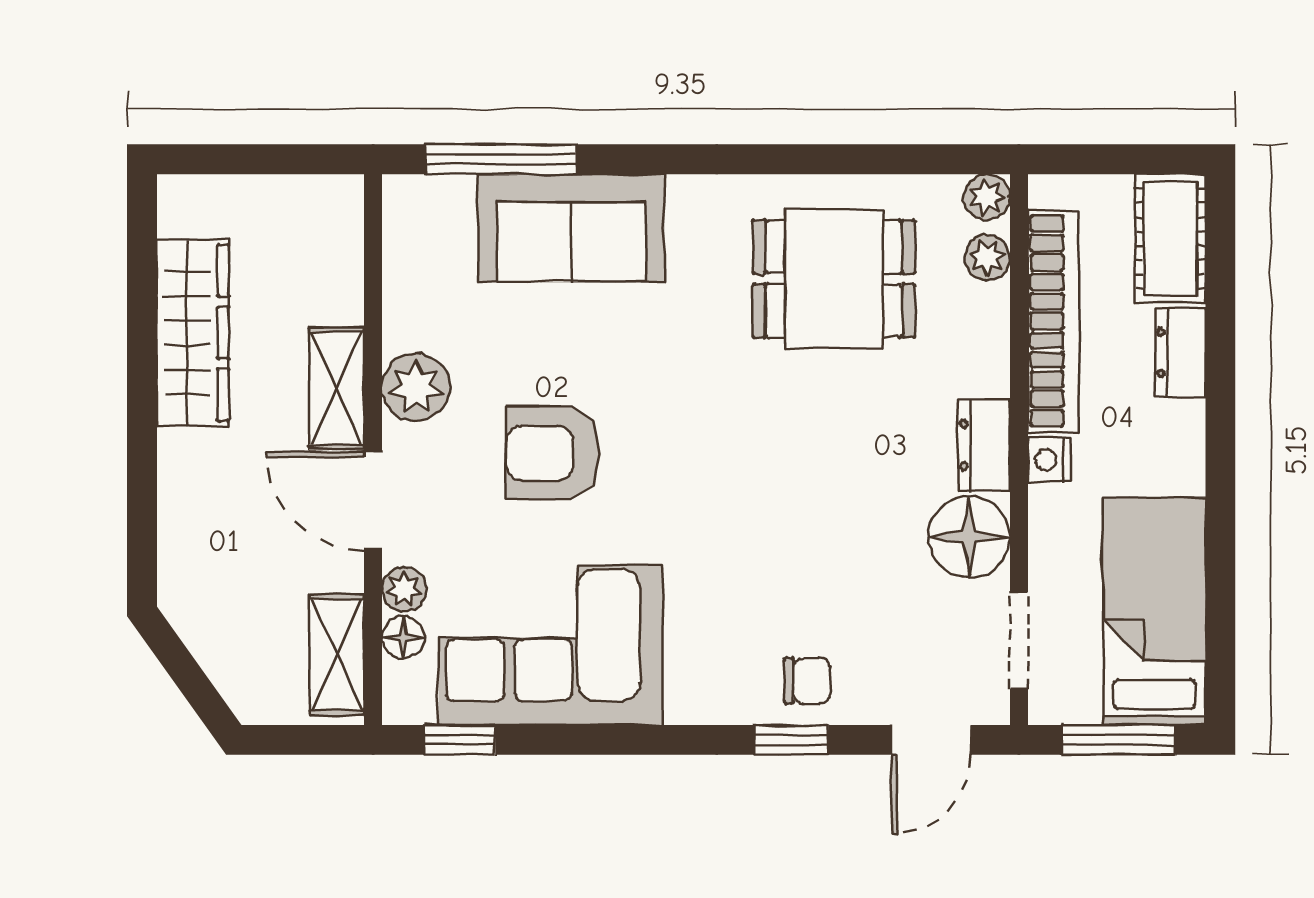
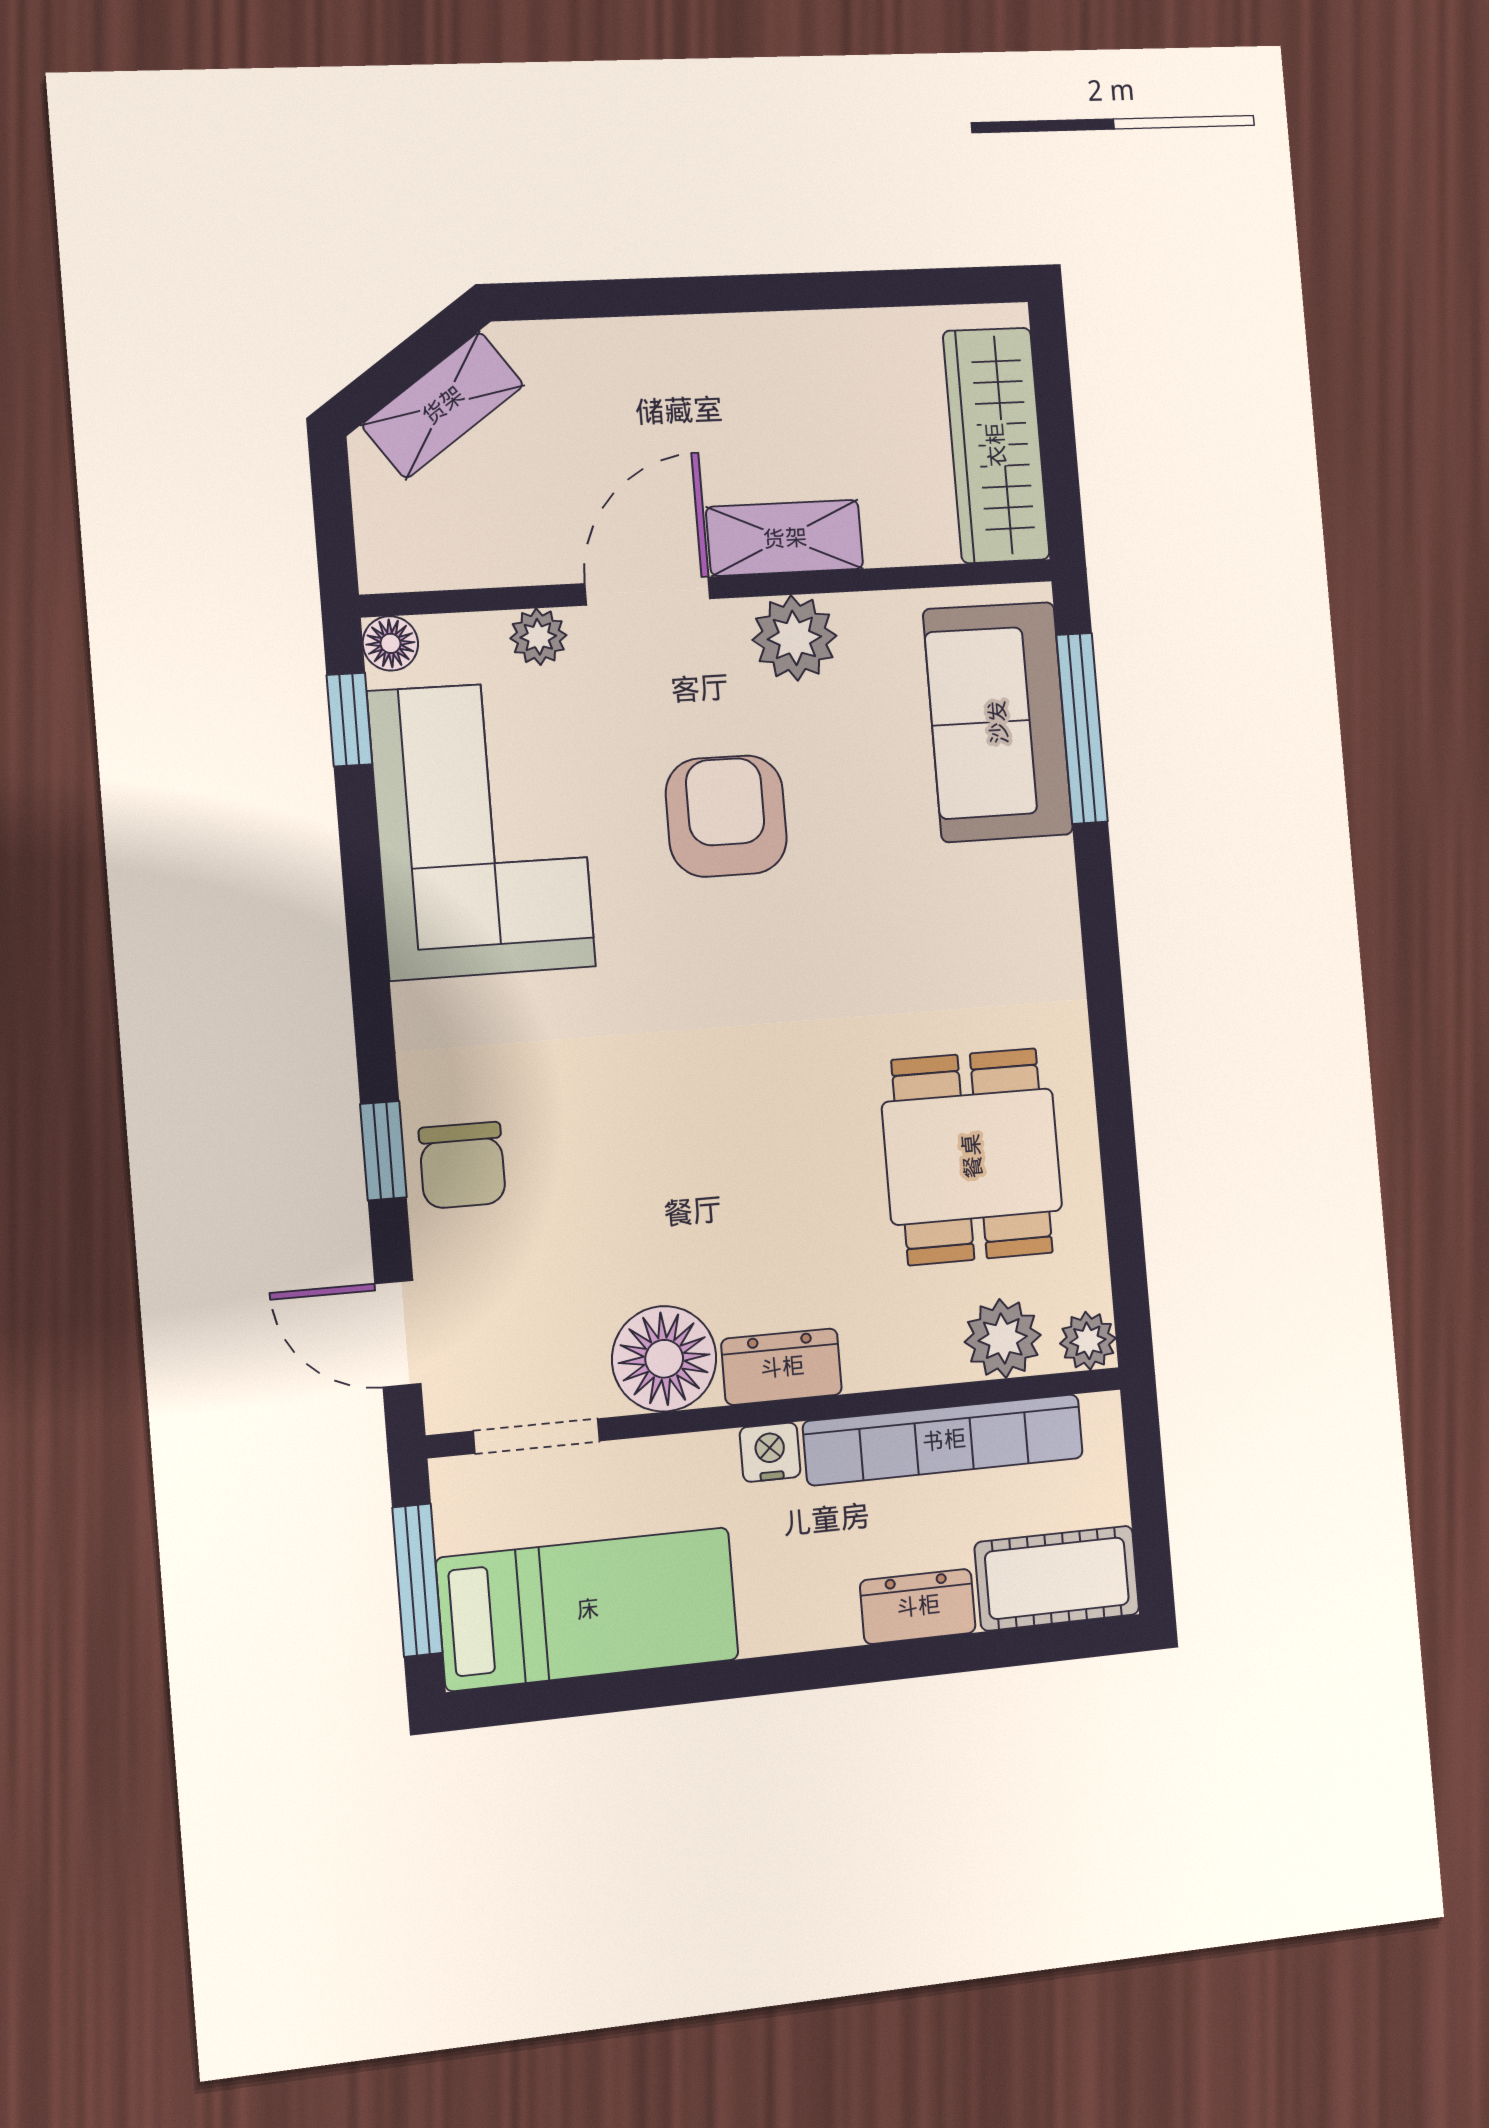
sofa: (571, 228) -> (998, 722), moved
plant: (987, 258) -> (1003, 1339), width x1.38, depth x1.38
wardrobe: (193, 333) -> (996, 445), moved, turned 90
floor lamp: (403, 637) -> (390, 643), moved
shelving: (337, 655) -> (443, 405), moved, turned -36
chair: (807, 681) -> (462, 1165), width x1.37, depth x1.37

